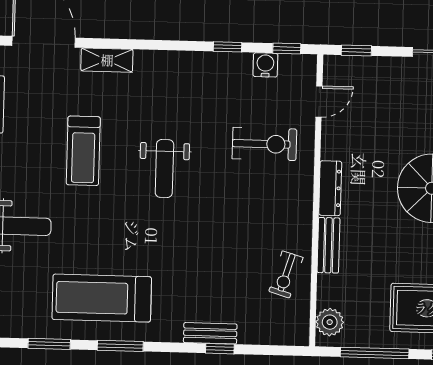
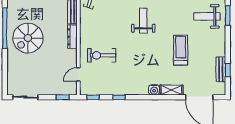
water cooler: (265, 65) -> (154, 90), moved
weight bench: (164, 168) -> (143, 21), moved

